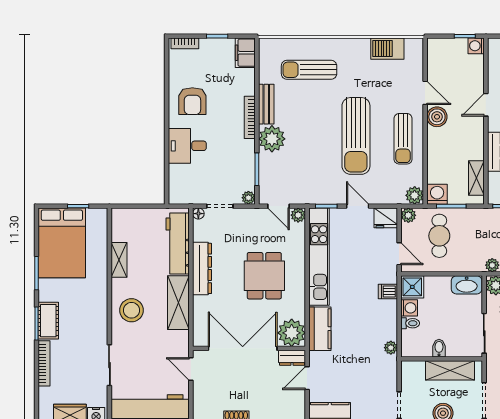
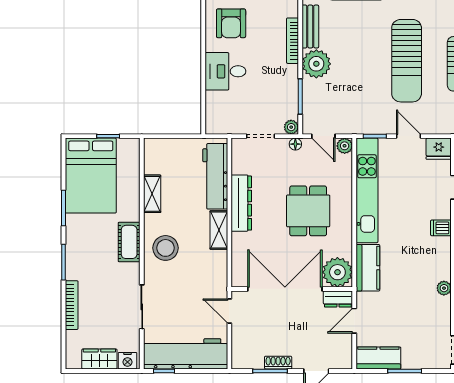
floor lamp: (198, 214) -> (295, 144), moved
shelving: (178, 303) -> (219, 230), width x0.67, depth x0.75
cot: (48, 321) -> (129, 242), moved

